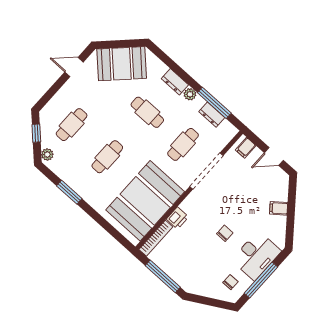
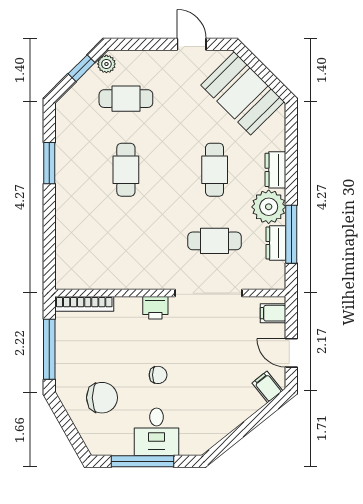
plant: (190, 94) -> (269, 207), width x1.87, depth x1.87
plant: (47, 154) -> (106, 64), moved
cafe table: (107, 157) -> (126, 170), turned 90
booth: (145, 201) -> (115, 255), removed
filing cabinet: (279, 208) -> (267, 387), moved
printer: (177, 218) -> (155, 308), moved
desk: (256, 256) -> (157, 432), width x0.73
chair: (230, 282) -> (102, 398), moved, width x1.87, depth x1.87

